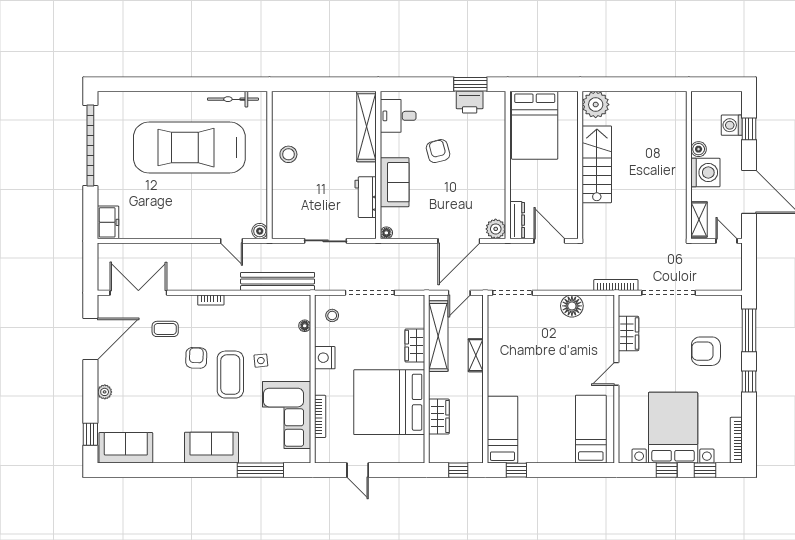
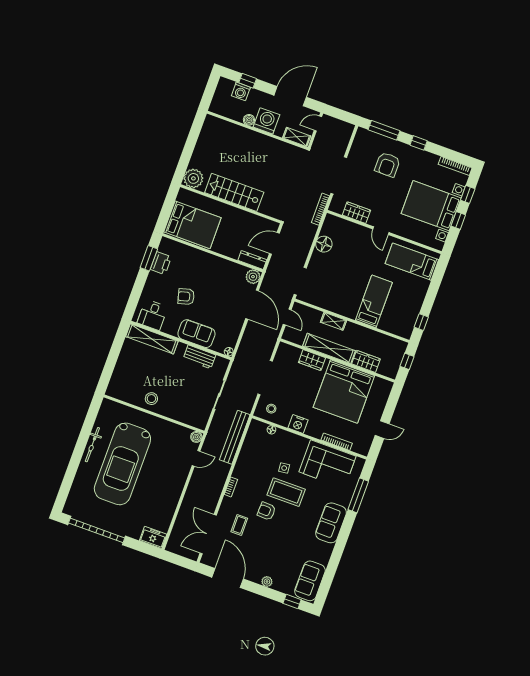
bicycle: (233, 99) -> (92, 445), moved
shelving: (438, 336) -> (329, 348), moved
bed: (502, 430) -> (374, 301), moved, turned 90

